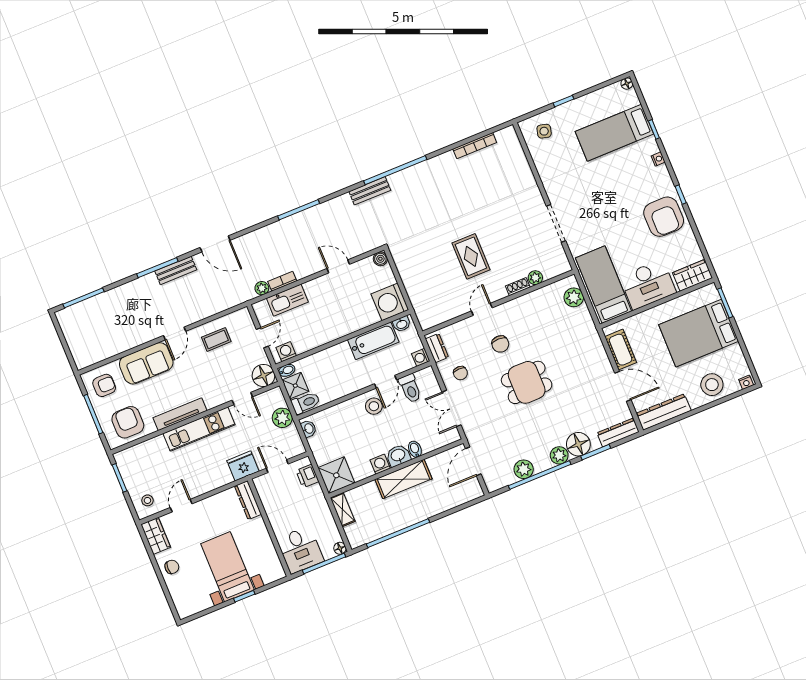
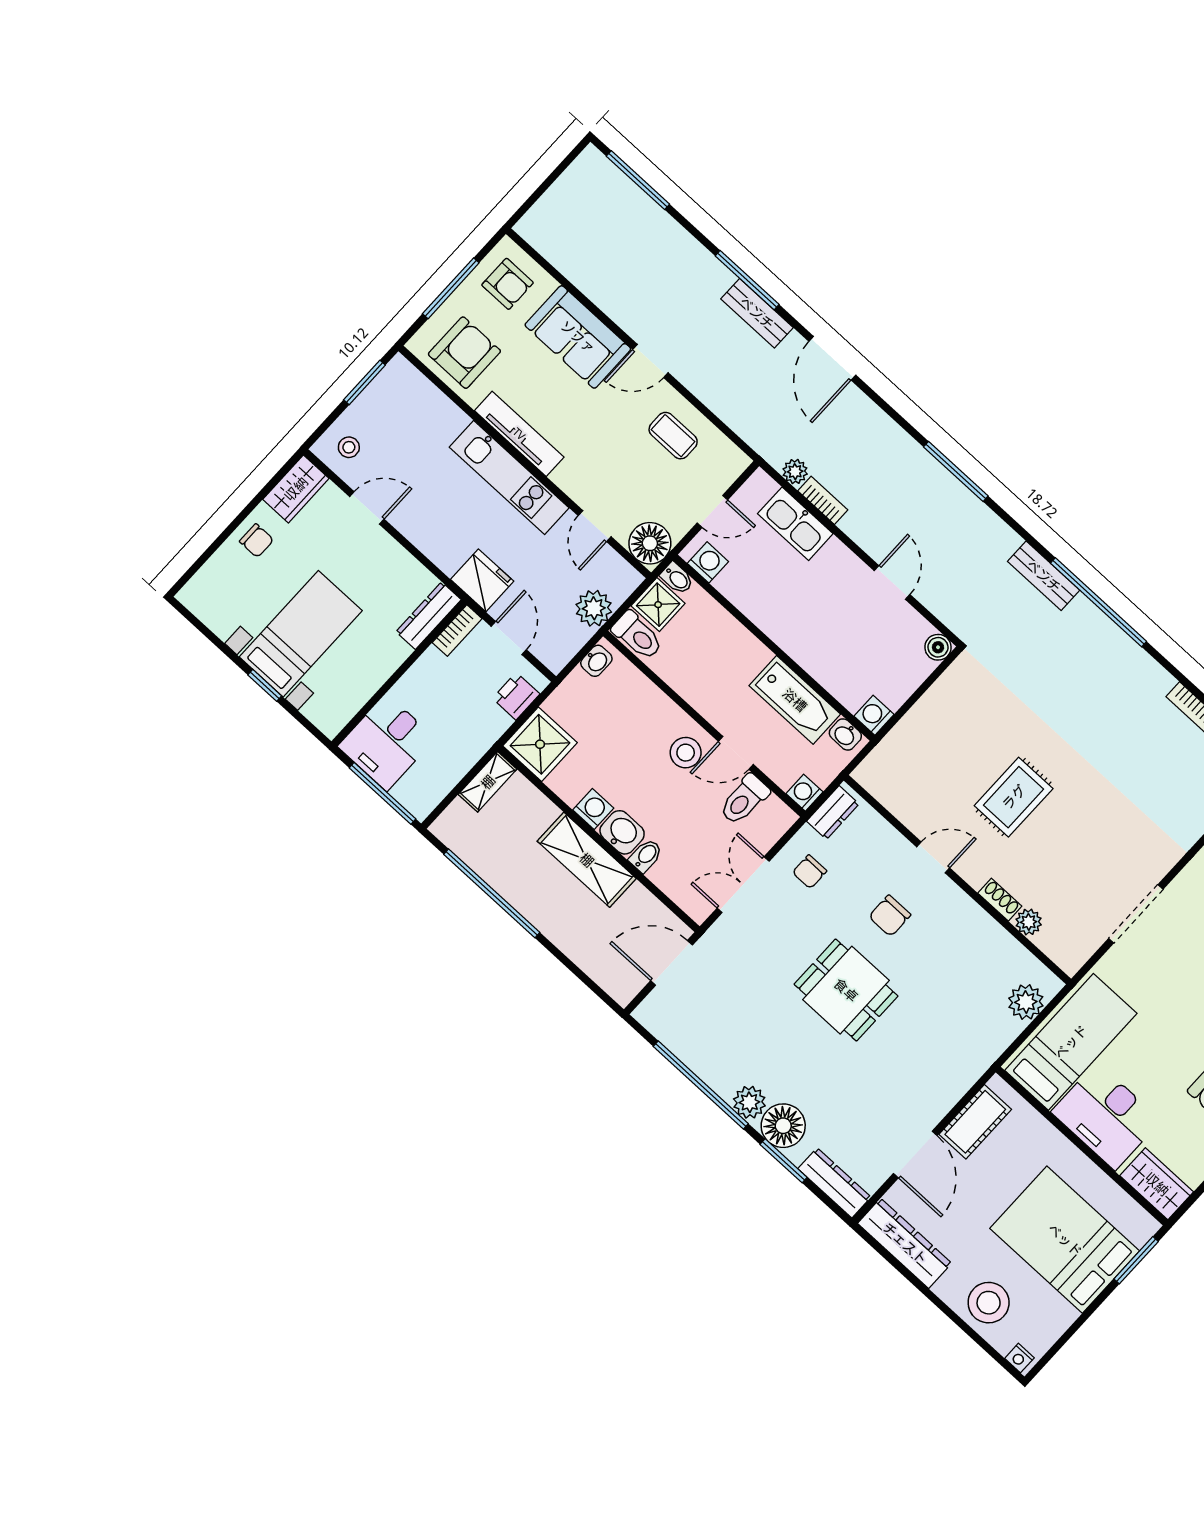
washing machine: (390, 302) -> (874, 715), width x0.53, depth x0.53
plant: (524, 469) -> (698, 1054), removed
bookcase: (262, 490) -> (457, 631), added
floor lamp: (340, 548) -> (420, 808), removed

